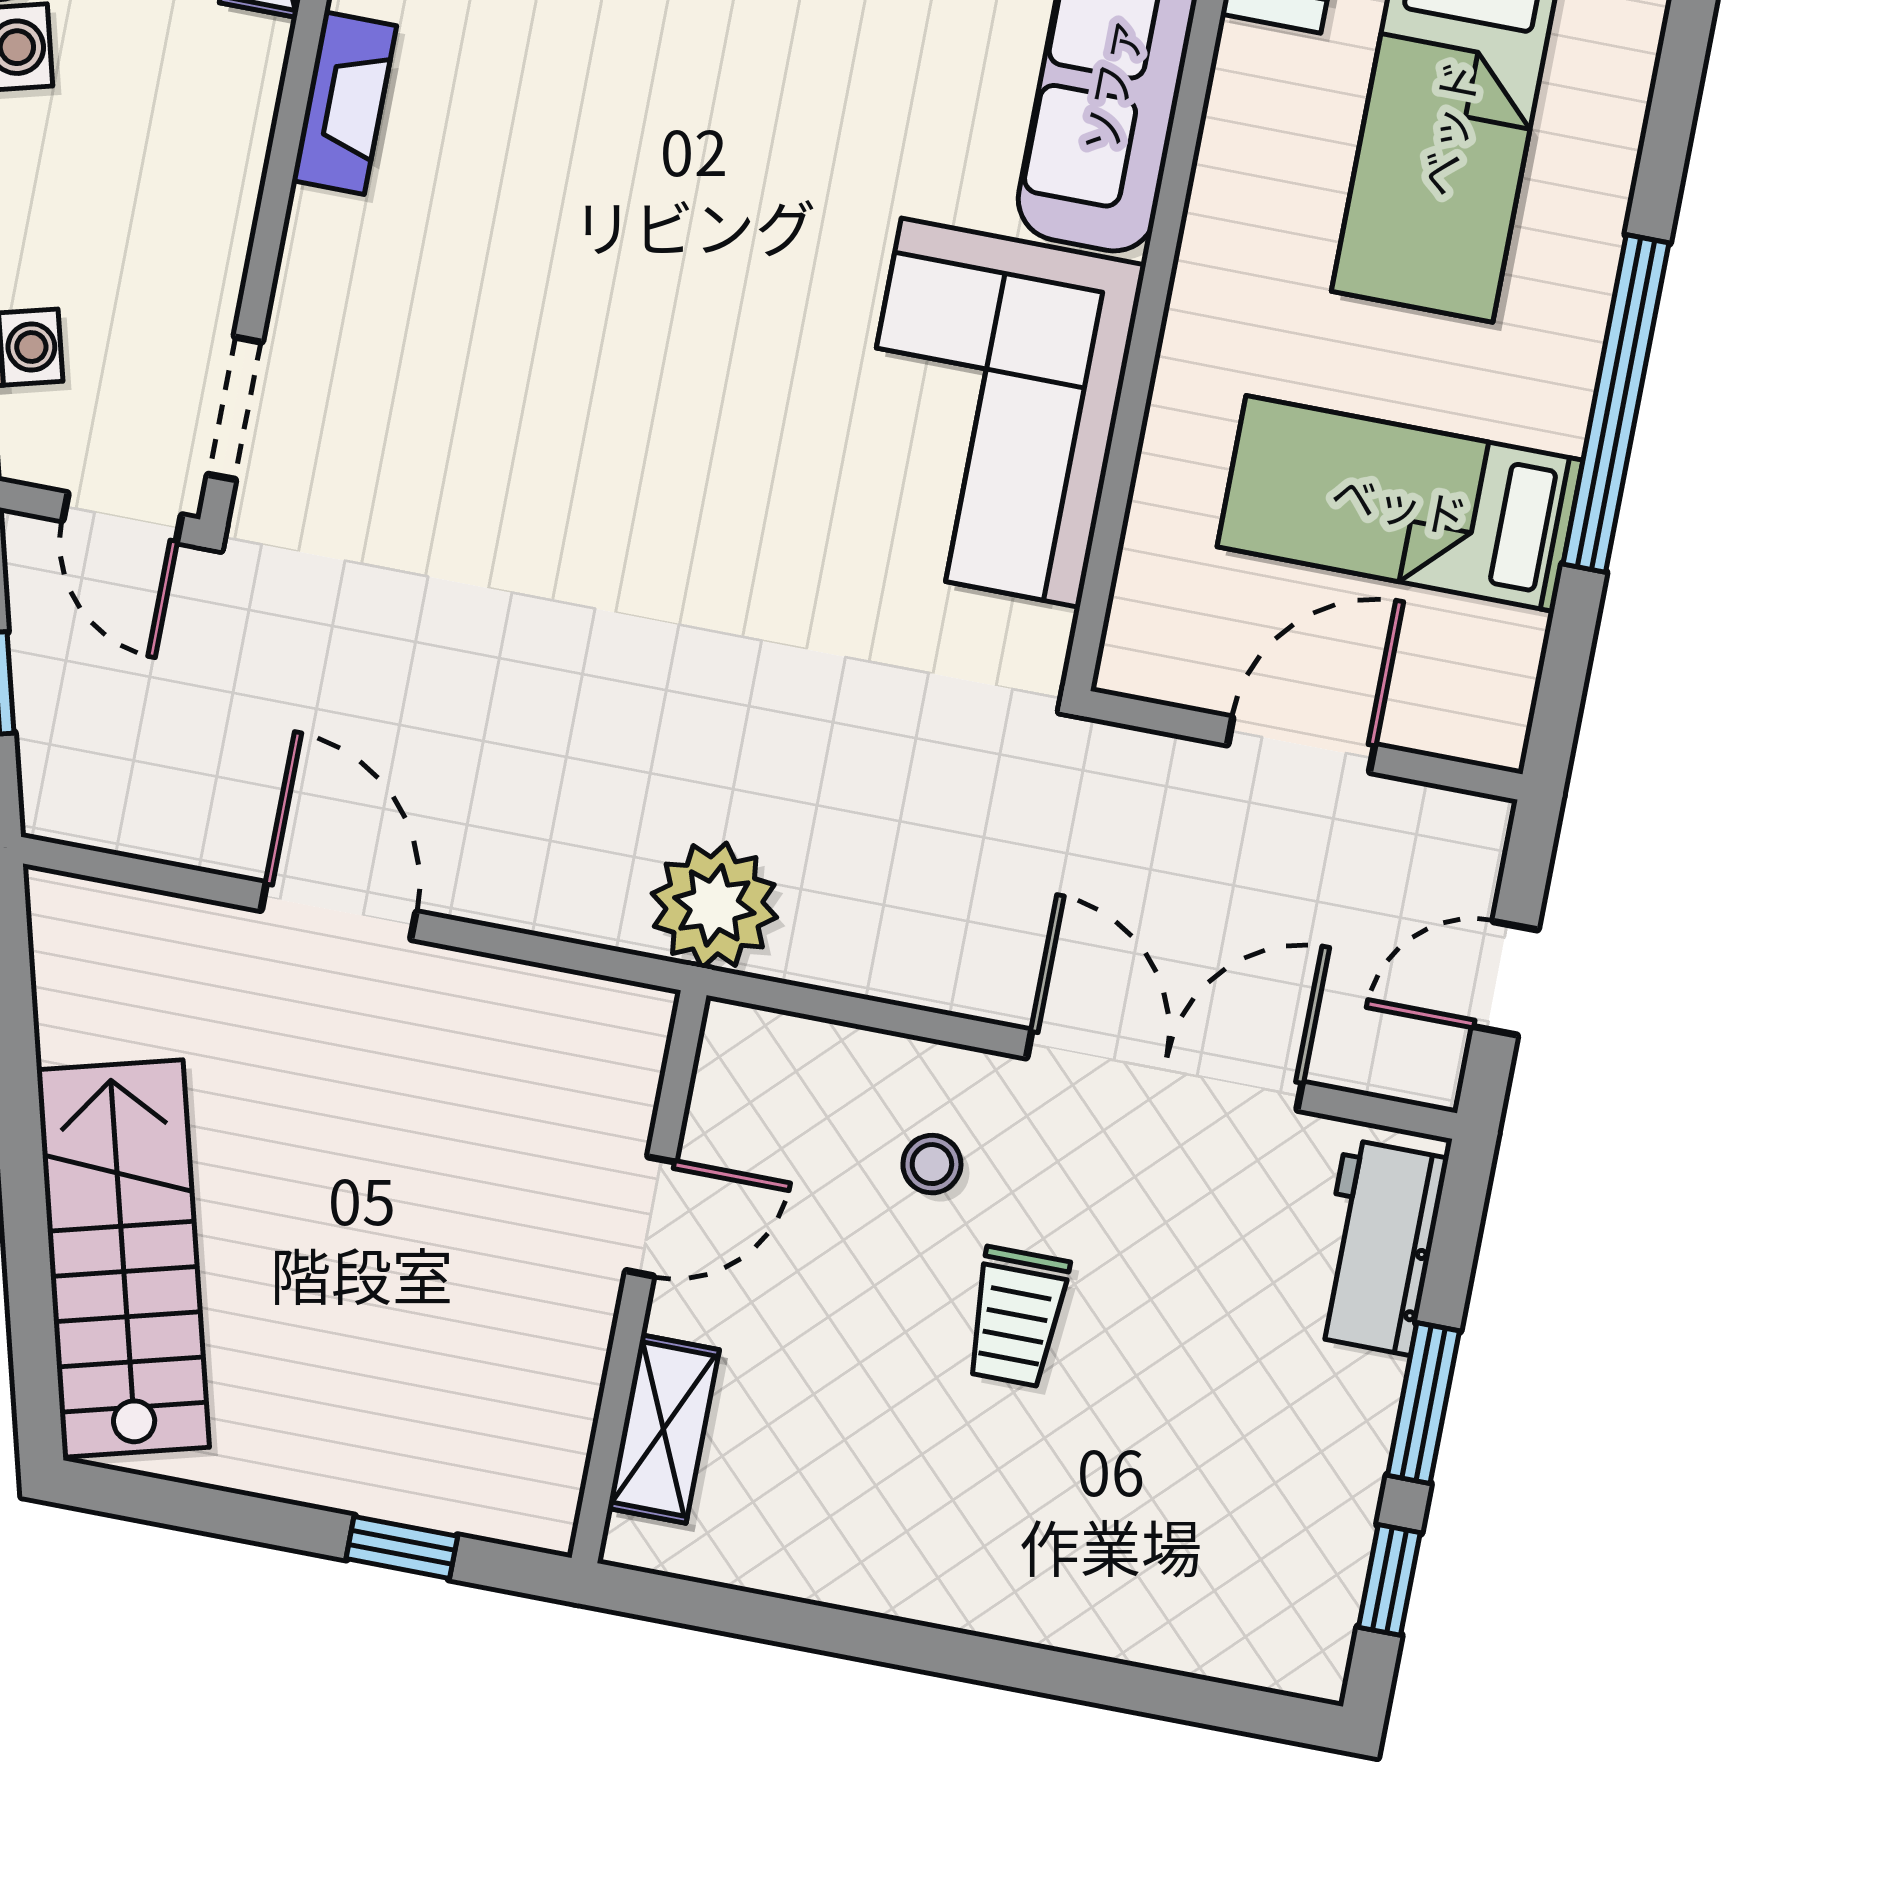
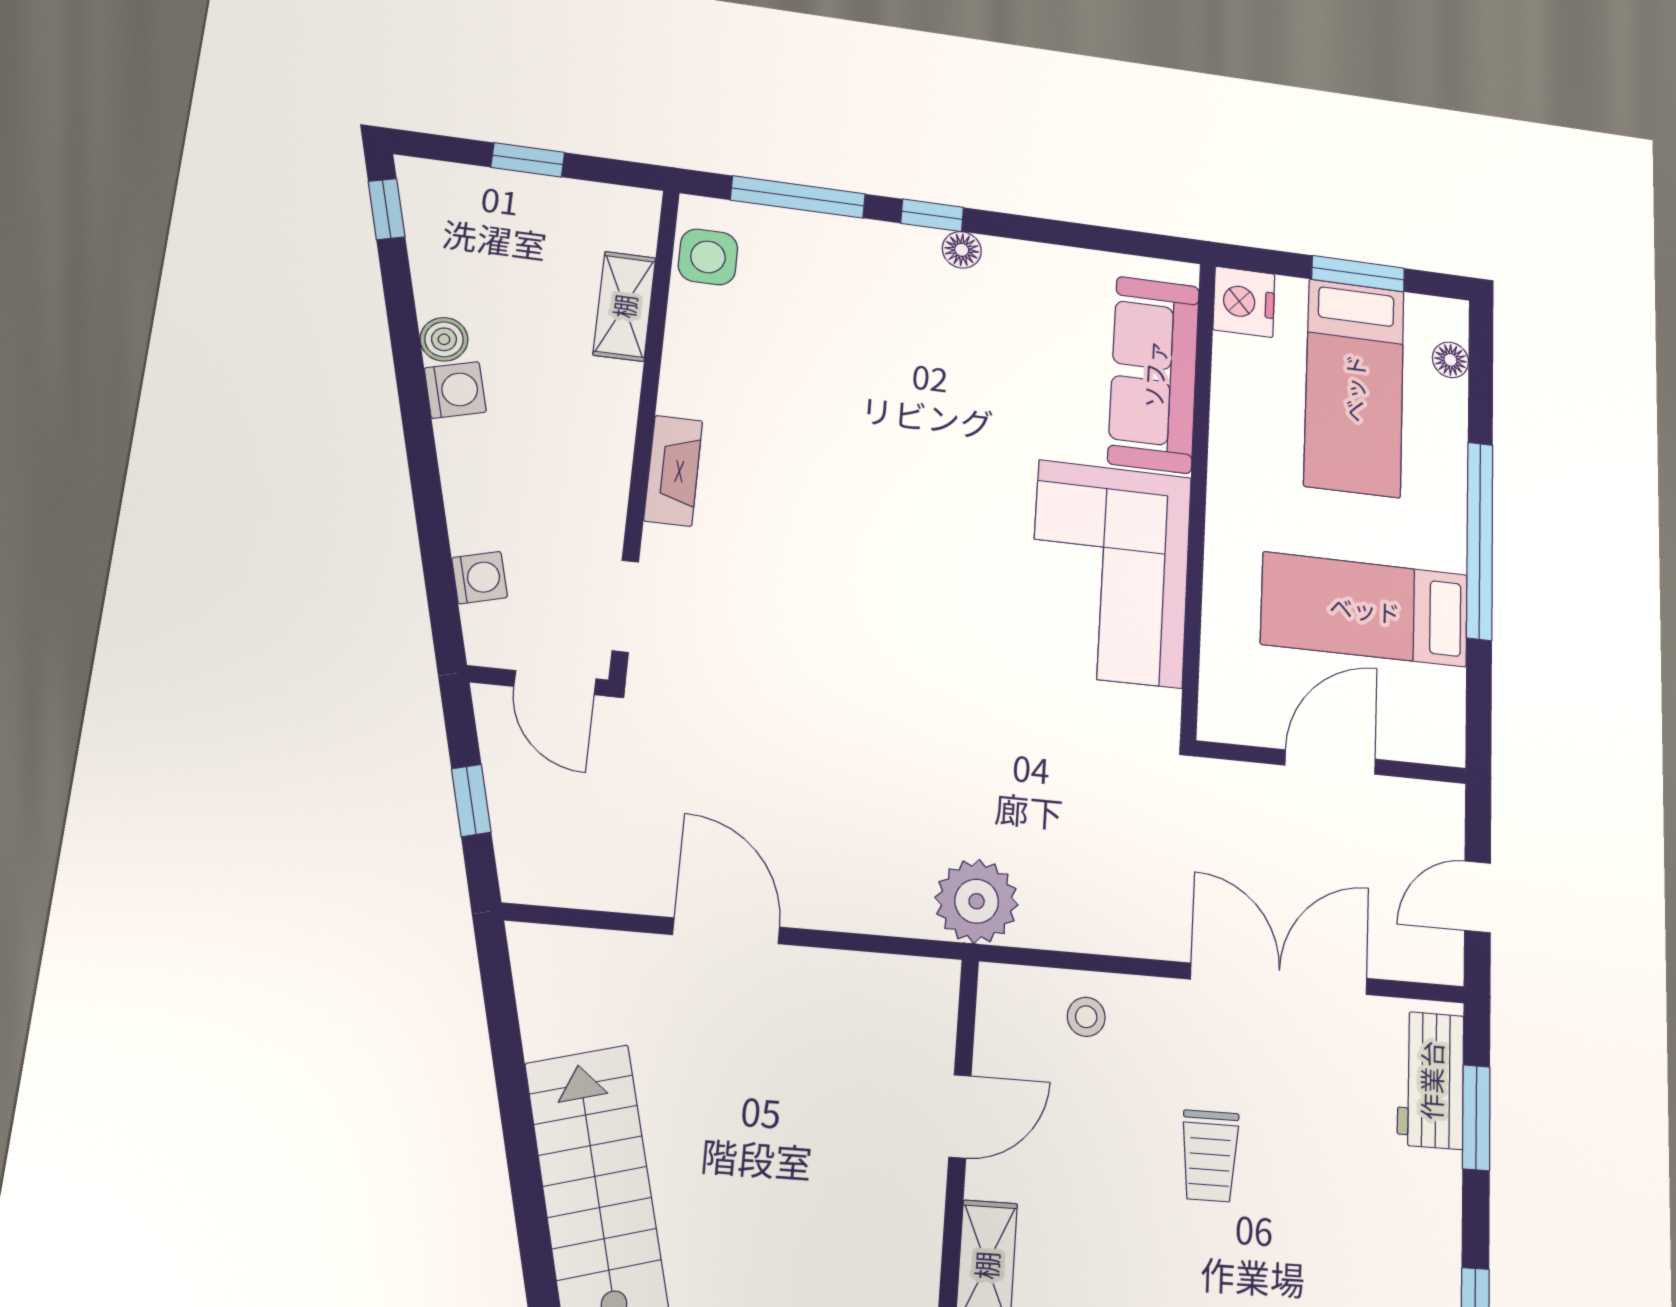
floor lamp: (1622, 89) -> (1450, 360), added
fireplace: (344, 103) -> (673, 471), moved
stool: (932, 1164) -> (1086, 1017), moved
window: (1423, 1403) -> (1476, 1118), moved

